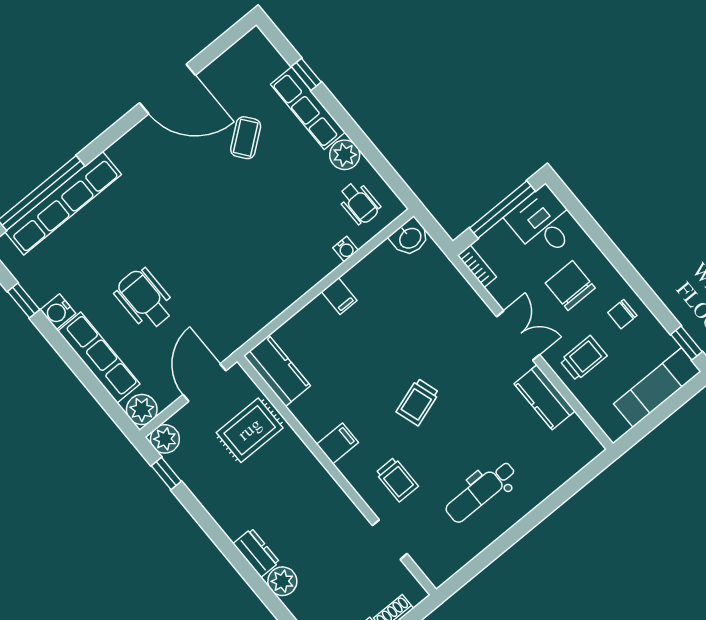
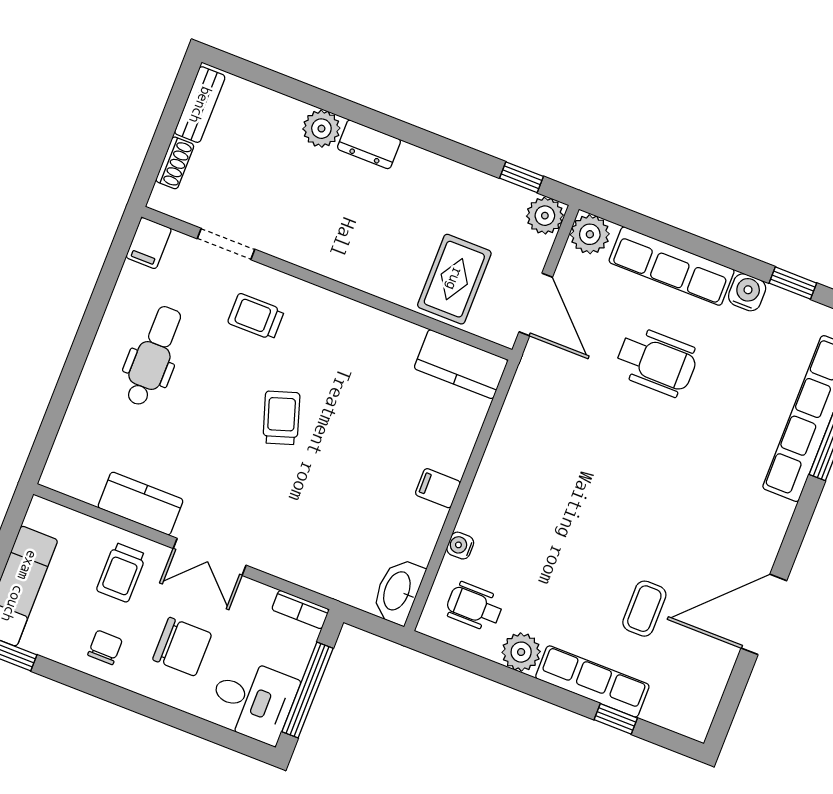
coffee table: (246, 138) -> (644, 609), turned 38
washbasin: (410, 238) -> (398, 591), width x1.38
filing cabinet: (338, 443) -> (149, 243), moved

